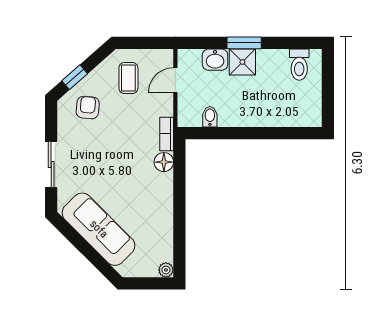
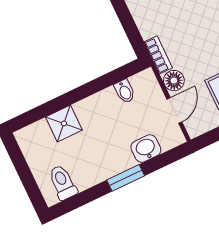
shower: (242, 62) -> (64, 123), moved
floor lamp: (164, 162) -> (174, 81), moved

